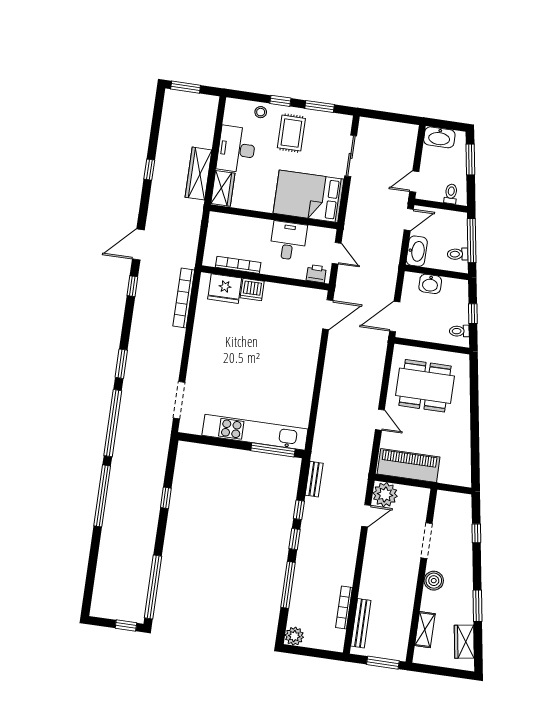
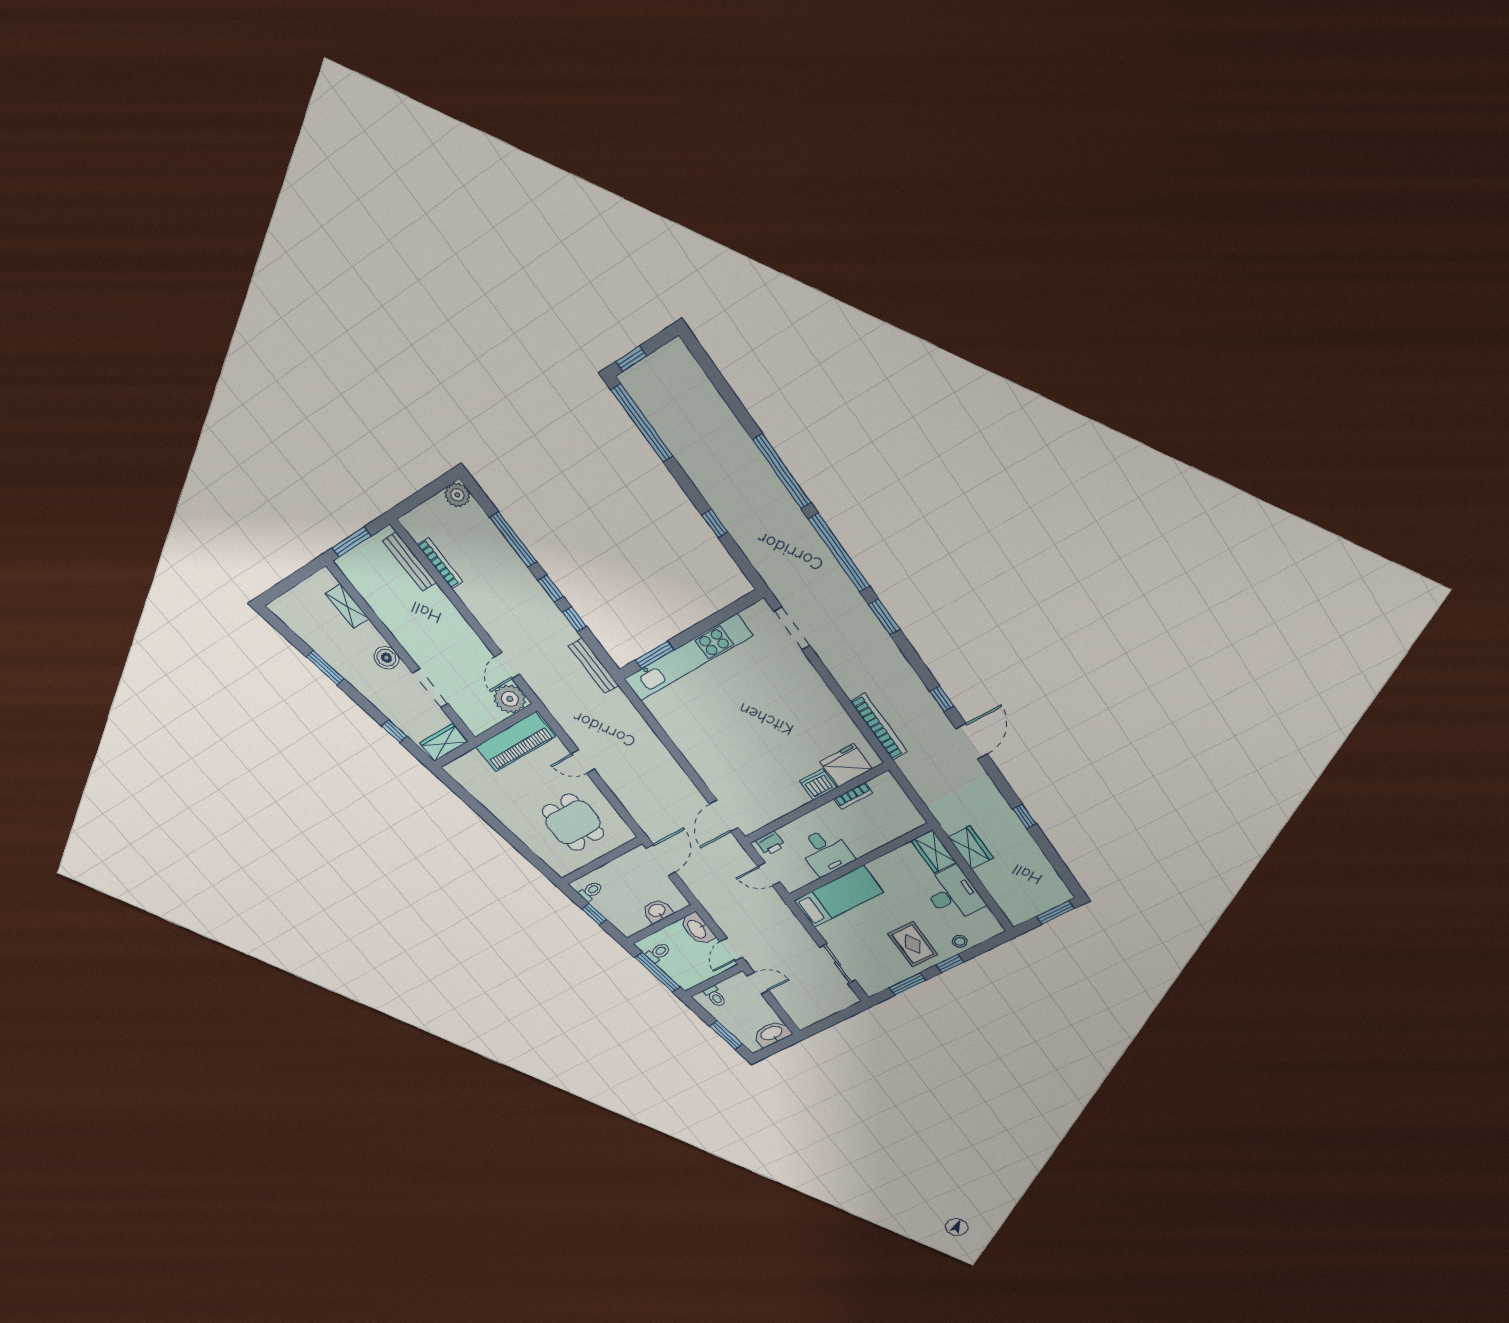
wardrobe: (198, 174) -> (971, 847), width x0.67
door: (414, 182) -> (758, 983), hinge flipped
bed: (308, 196) -> (839, 896), width x0.67
bookcase: (238, 265) -> (853, 796), width x0.64
dining table: (425, 386) -> (573, 822), width x0.73
window: (273, 450) -> (655, 655), width x0.69
bench: (314, 479) -> (594, 666), width x1.36
wardrobe: (464, 642) -> (443, 742), moved, turned -81

